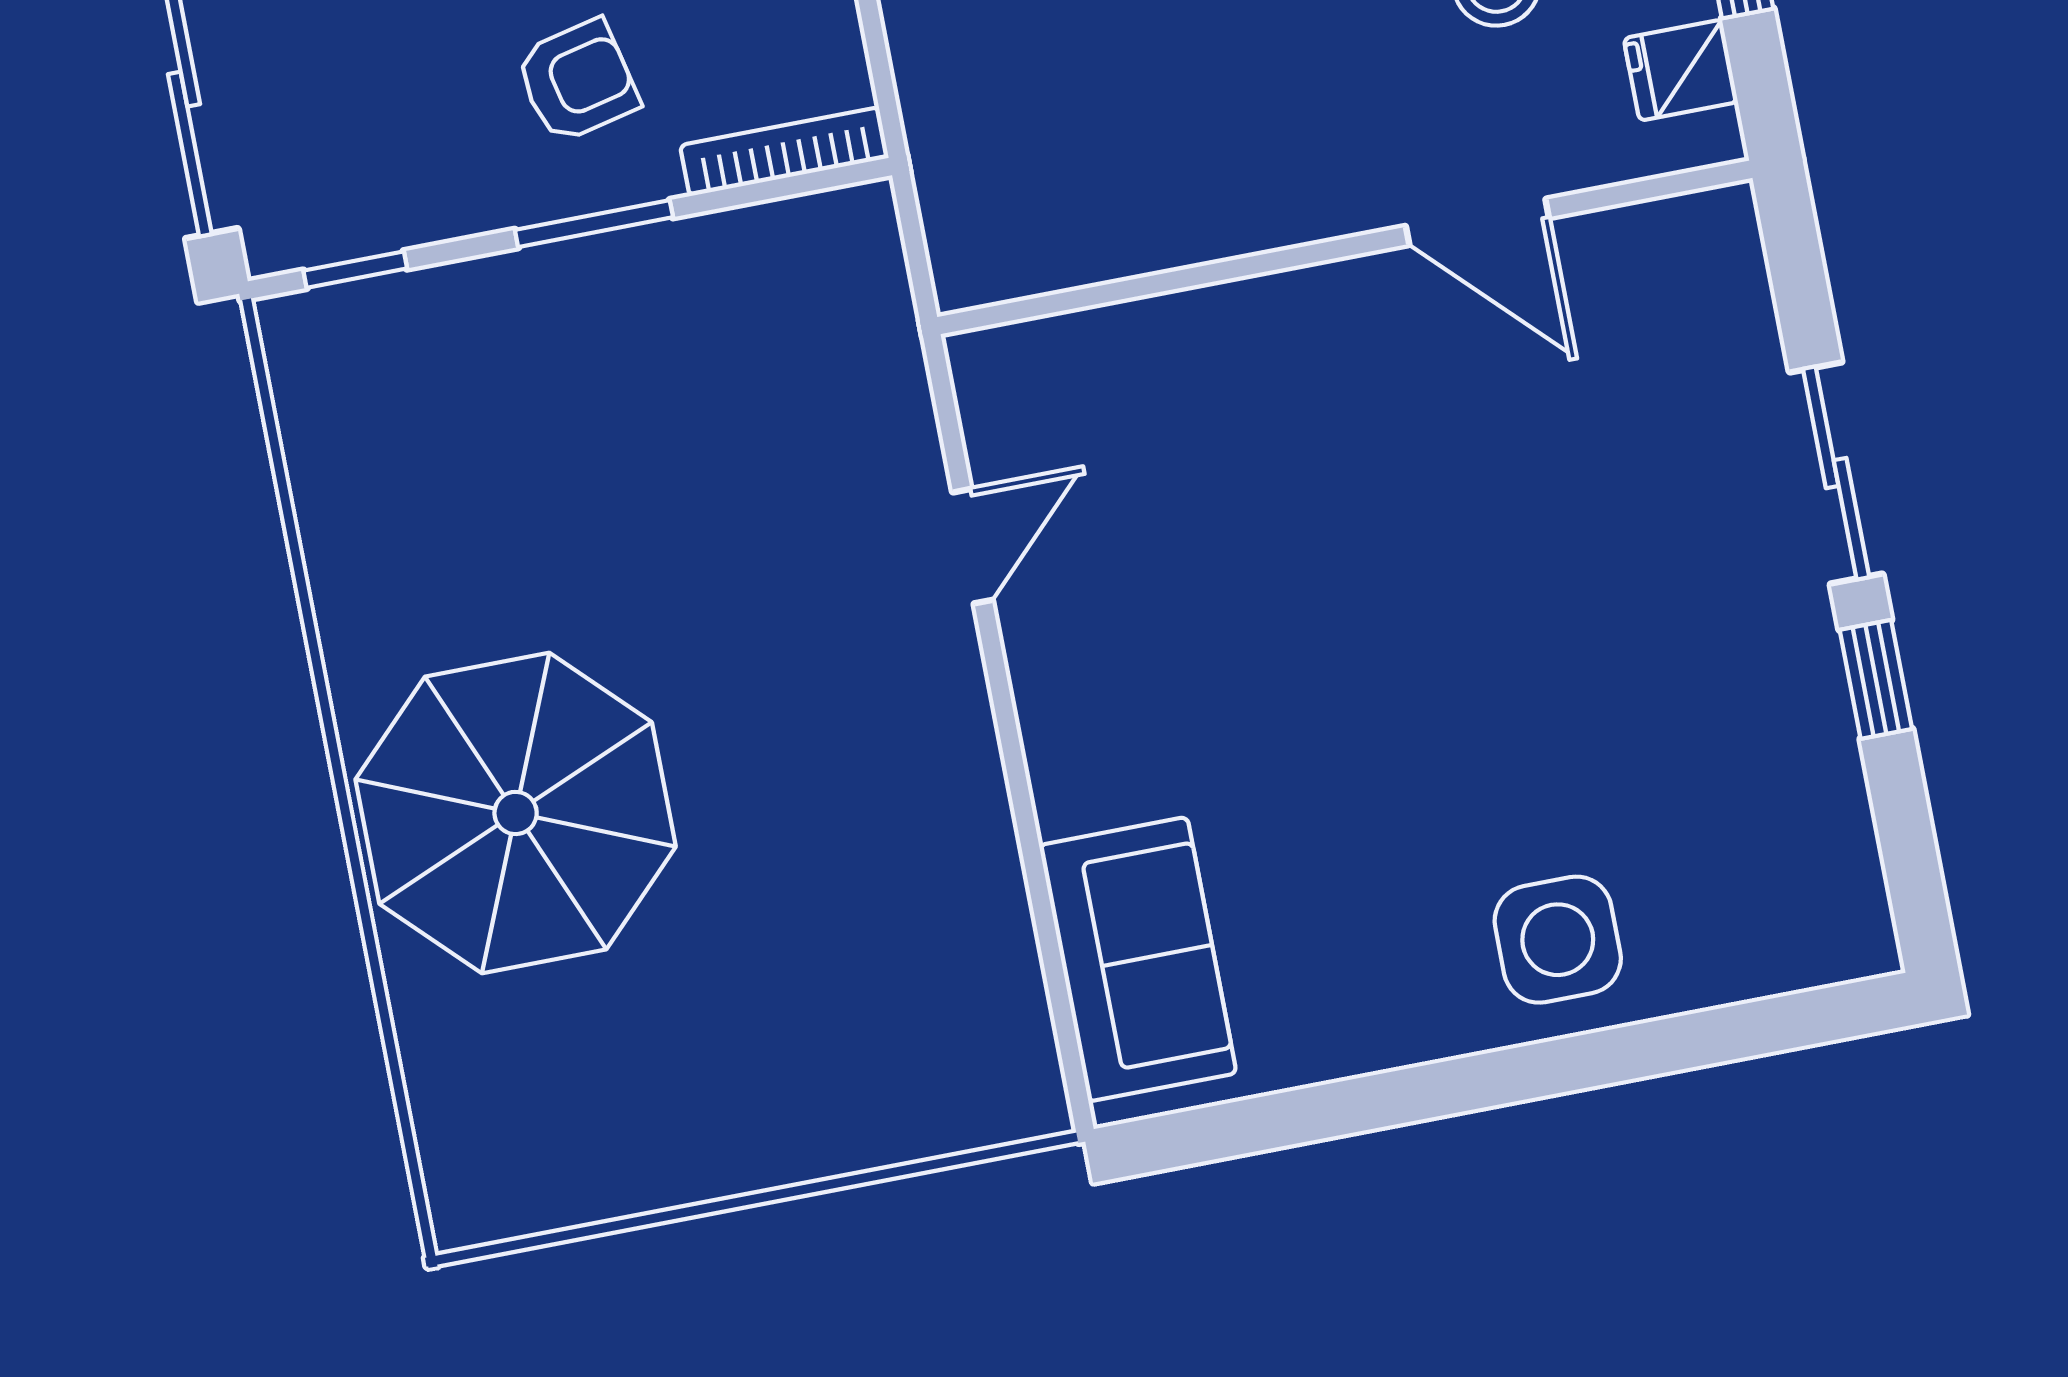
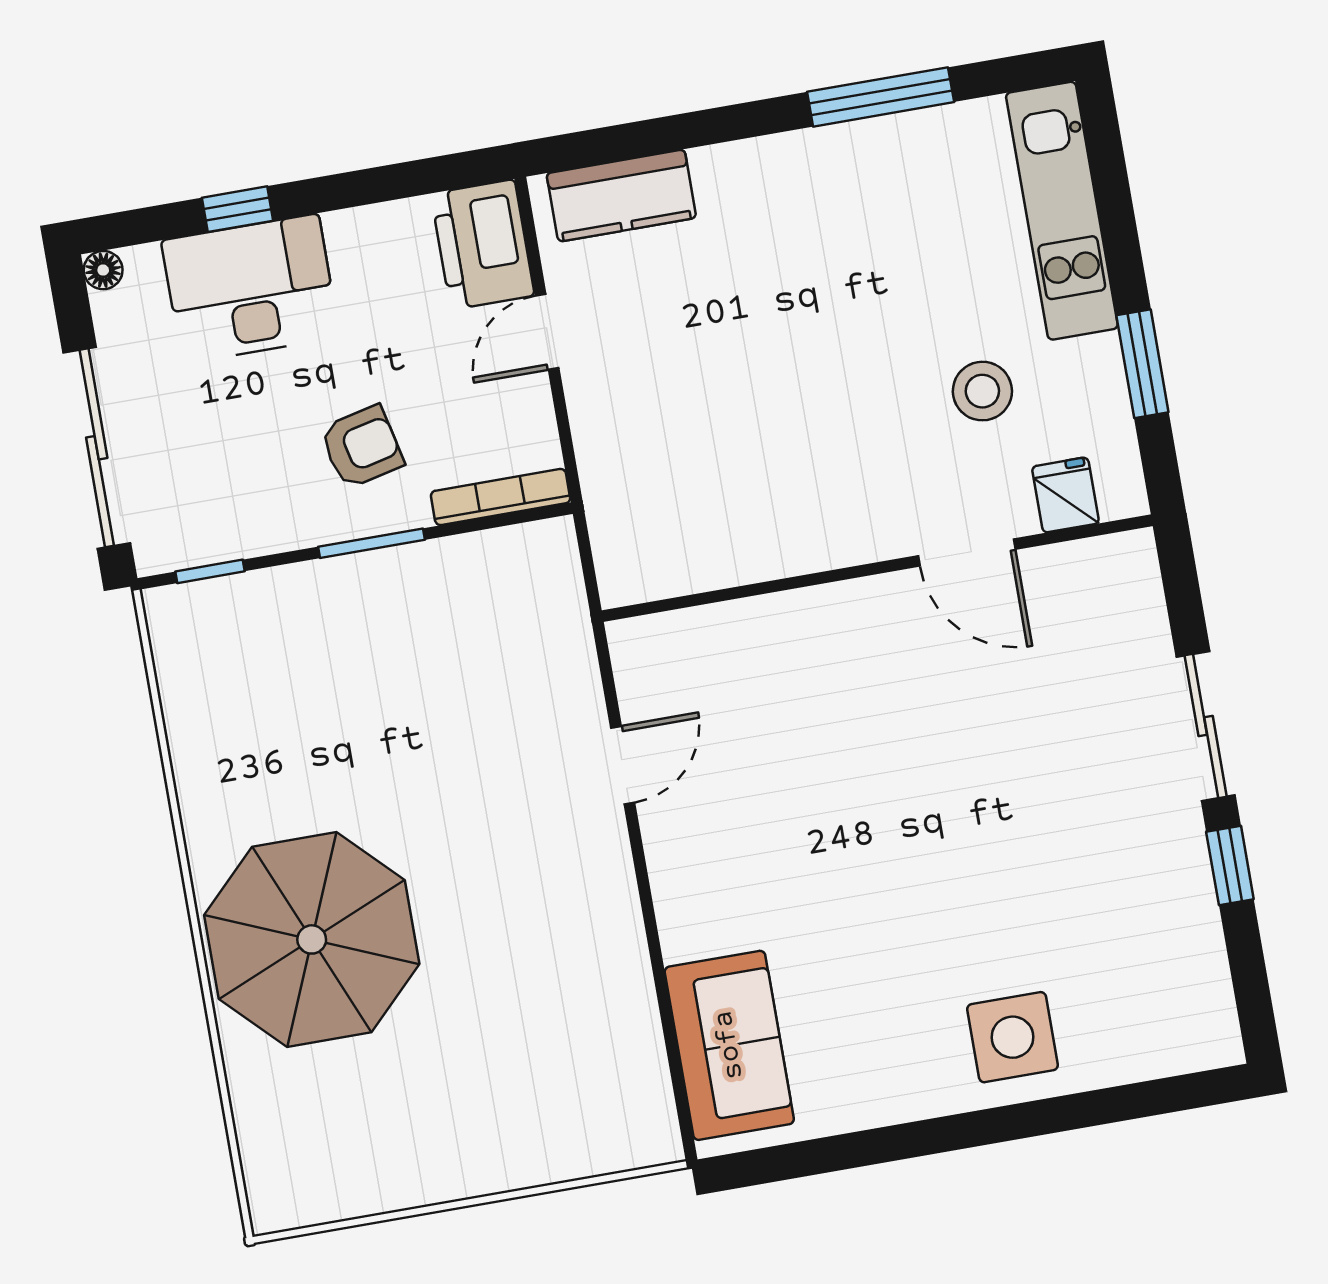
fridge: (1681, 70) -> (1065, 495), moved, turned 90

